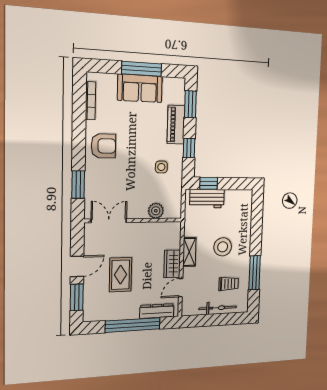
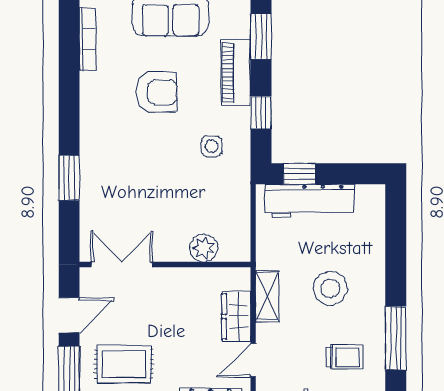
armchair: (103, 146) -> (157, 92), moved
workbench: (207, 199) -> (309, 201), width x1.38
plant: (156, 211) -> (204, 248), moved
wall: (134, 220) -> (165, 265), moved
double door: (109, 221) -> (122, 265), moved
rug: (121, 275) -> (124, 364), moved, turned 90

